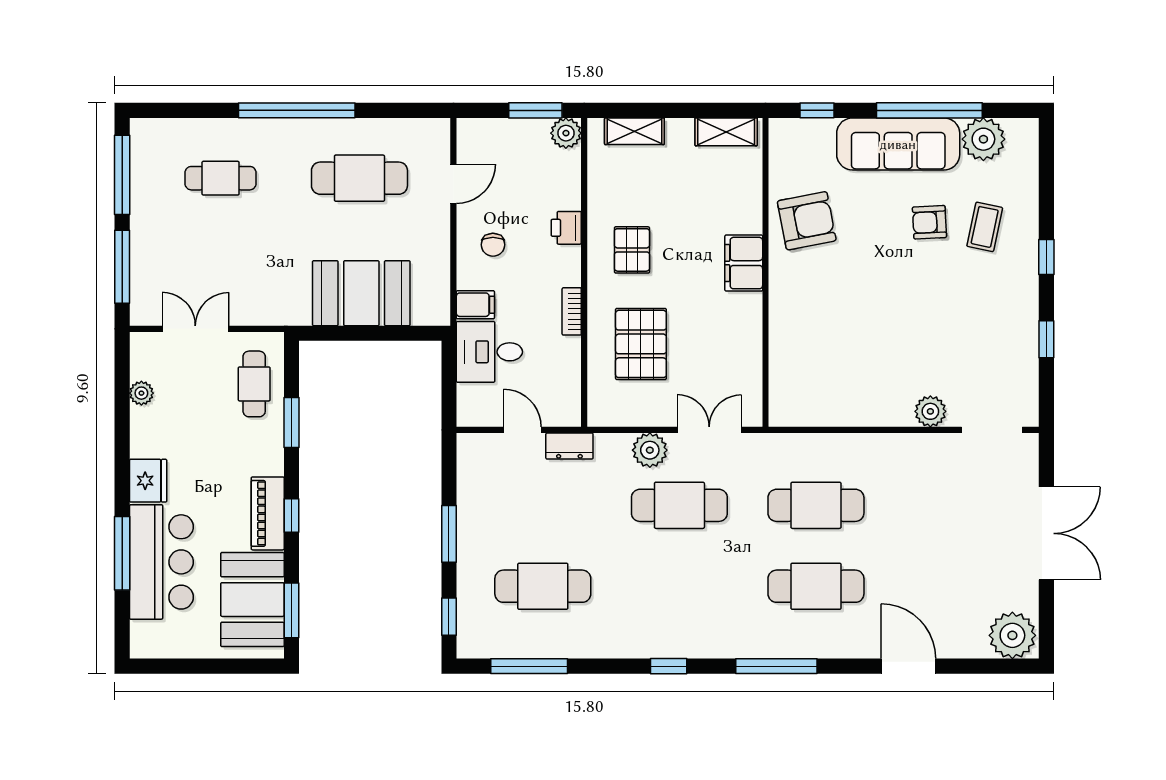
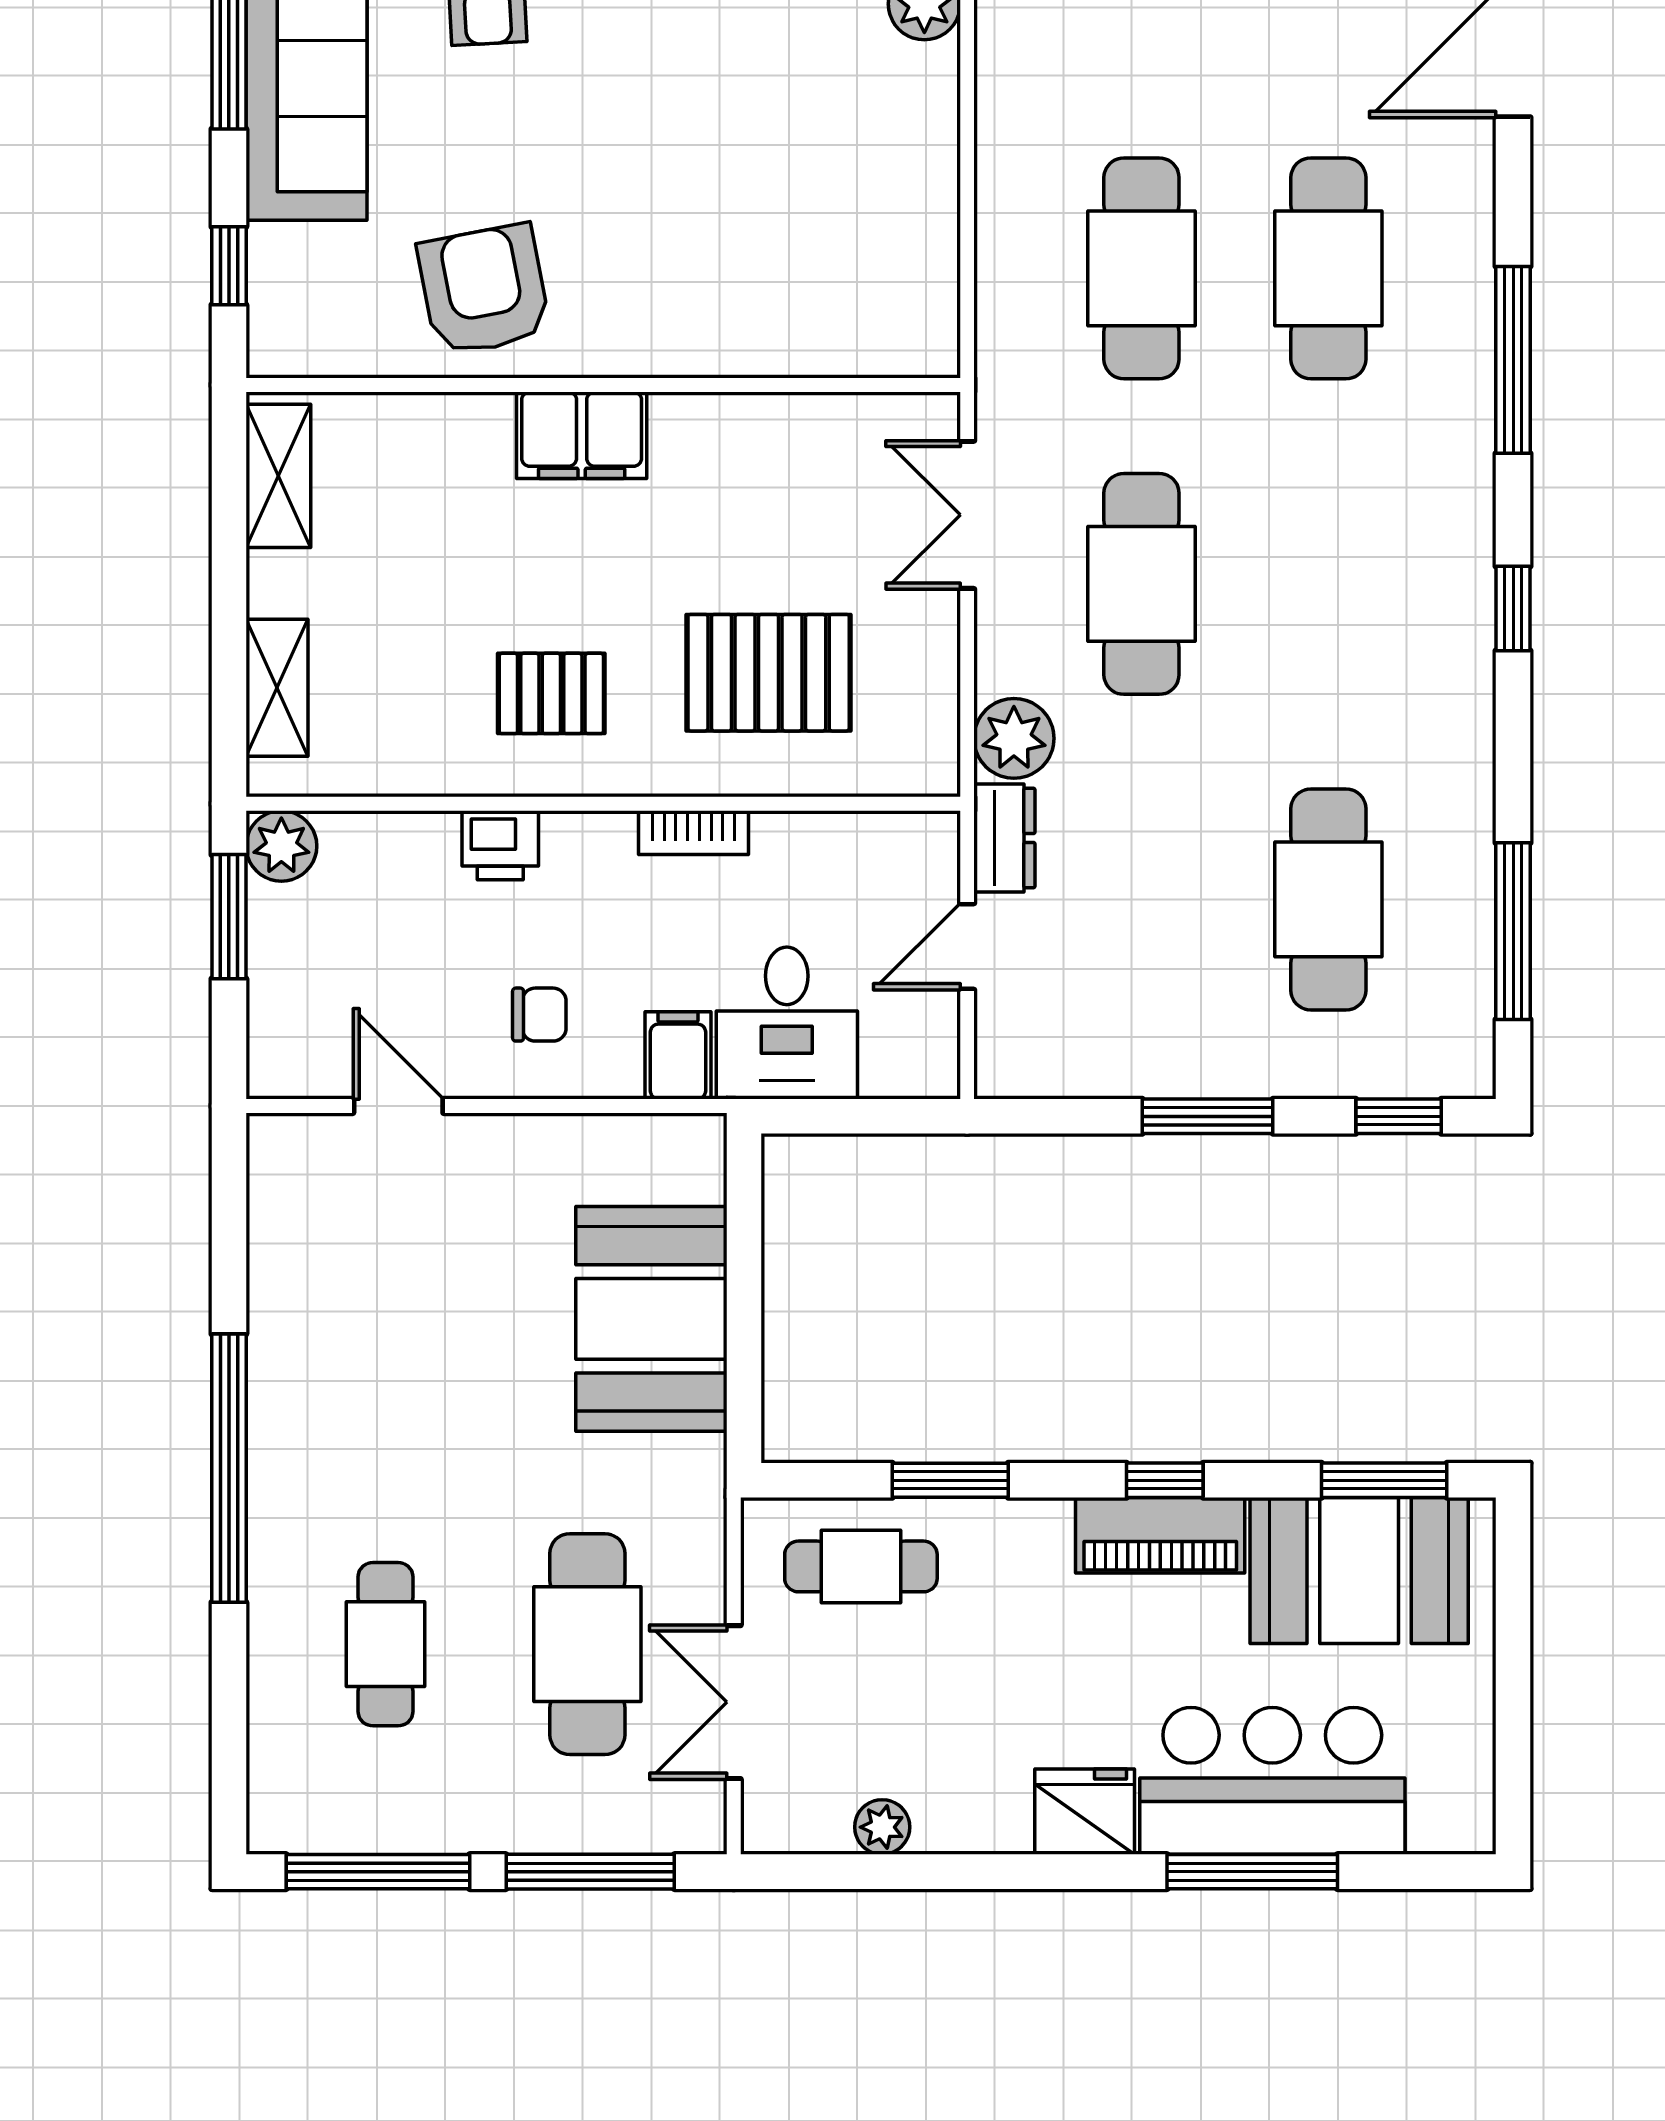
cafe table: (359, 178) -> (587, 1644), moved
plant: (650, 450) -> (1014, 738), moved

